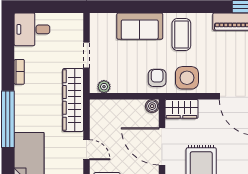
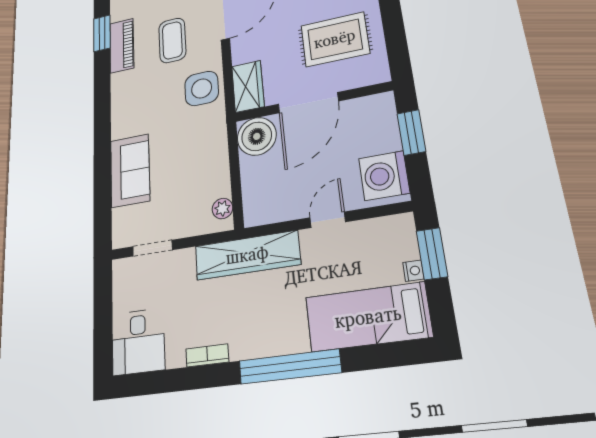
coffee table: (181, 34) -> (172, 40), moved, turned 90
doorway: (86, 55) -> (152, 248), moved
armchair: (157, 78) -> (204, 131), removed
boiler: (152, 106) -> (257, 136), width x1.86, depth x1.86

